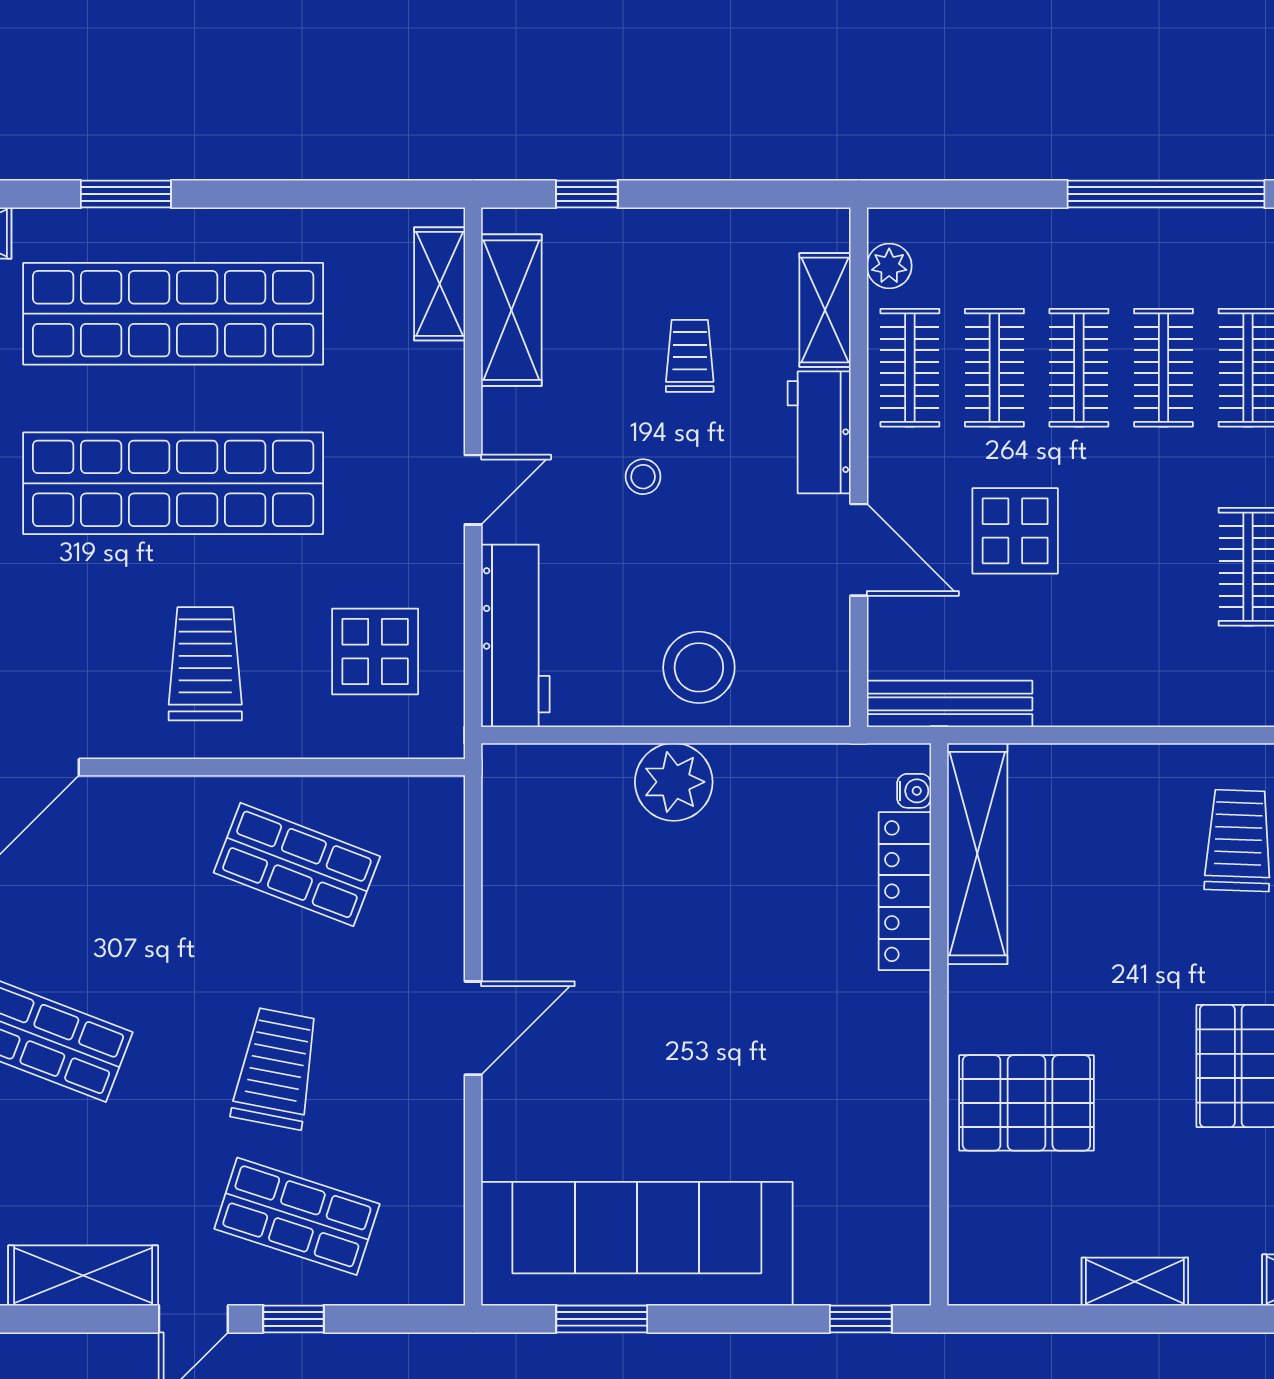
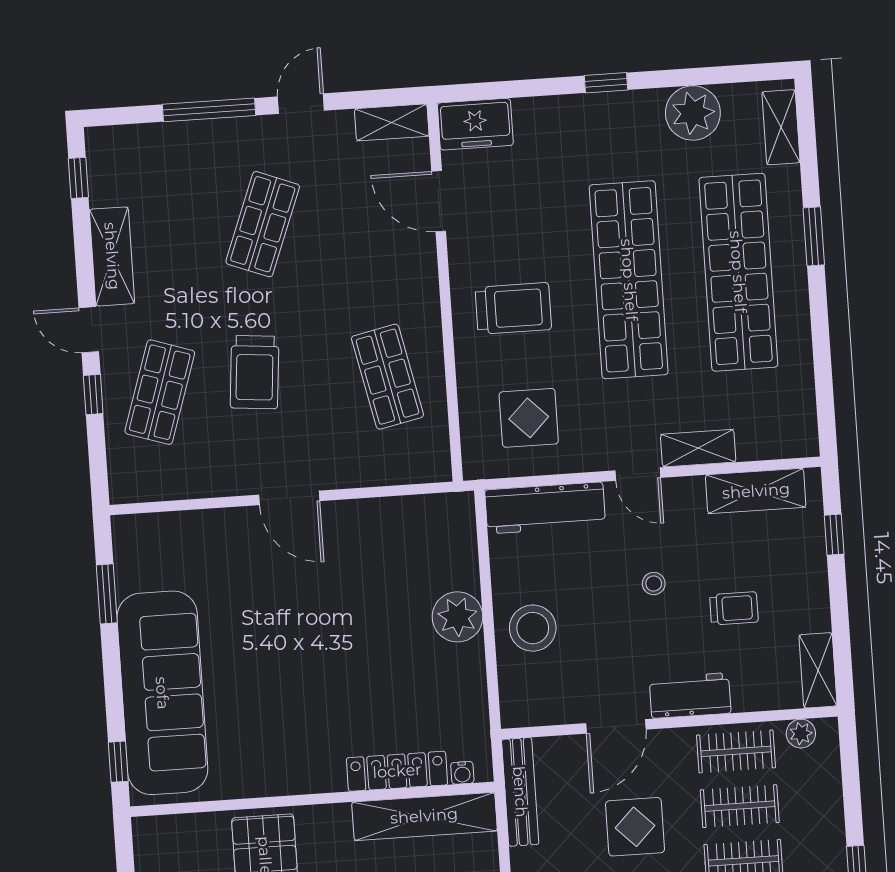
shelving: (440, 284) -> (698, 448), moved
shelving: (825, 310) -> (818, 670), moved, turned 90
shop shelf: (297, 864) -> (387, 377), turned -33
trolley: (276, 1068) -> (255, 372), turned 84
sofa: (637, 1244) -> (162, 693), moved

